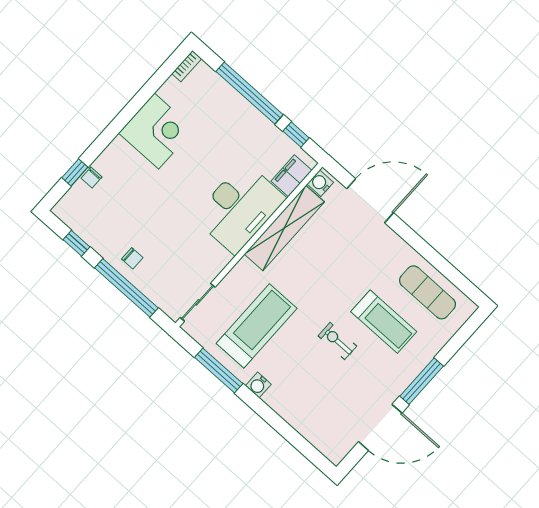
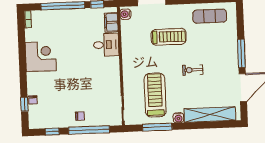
desk: (239, 208) -> (106, 45), width x0.53, depth x0.77
shelving: (284, 228) -> (210, 115), moved, turned 90
treadmill: (384, 322) -> (169, 37), moved

